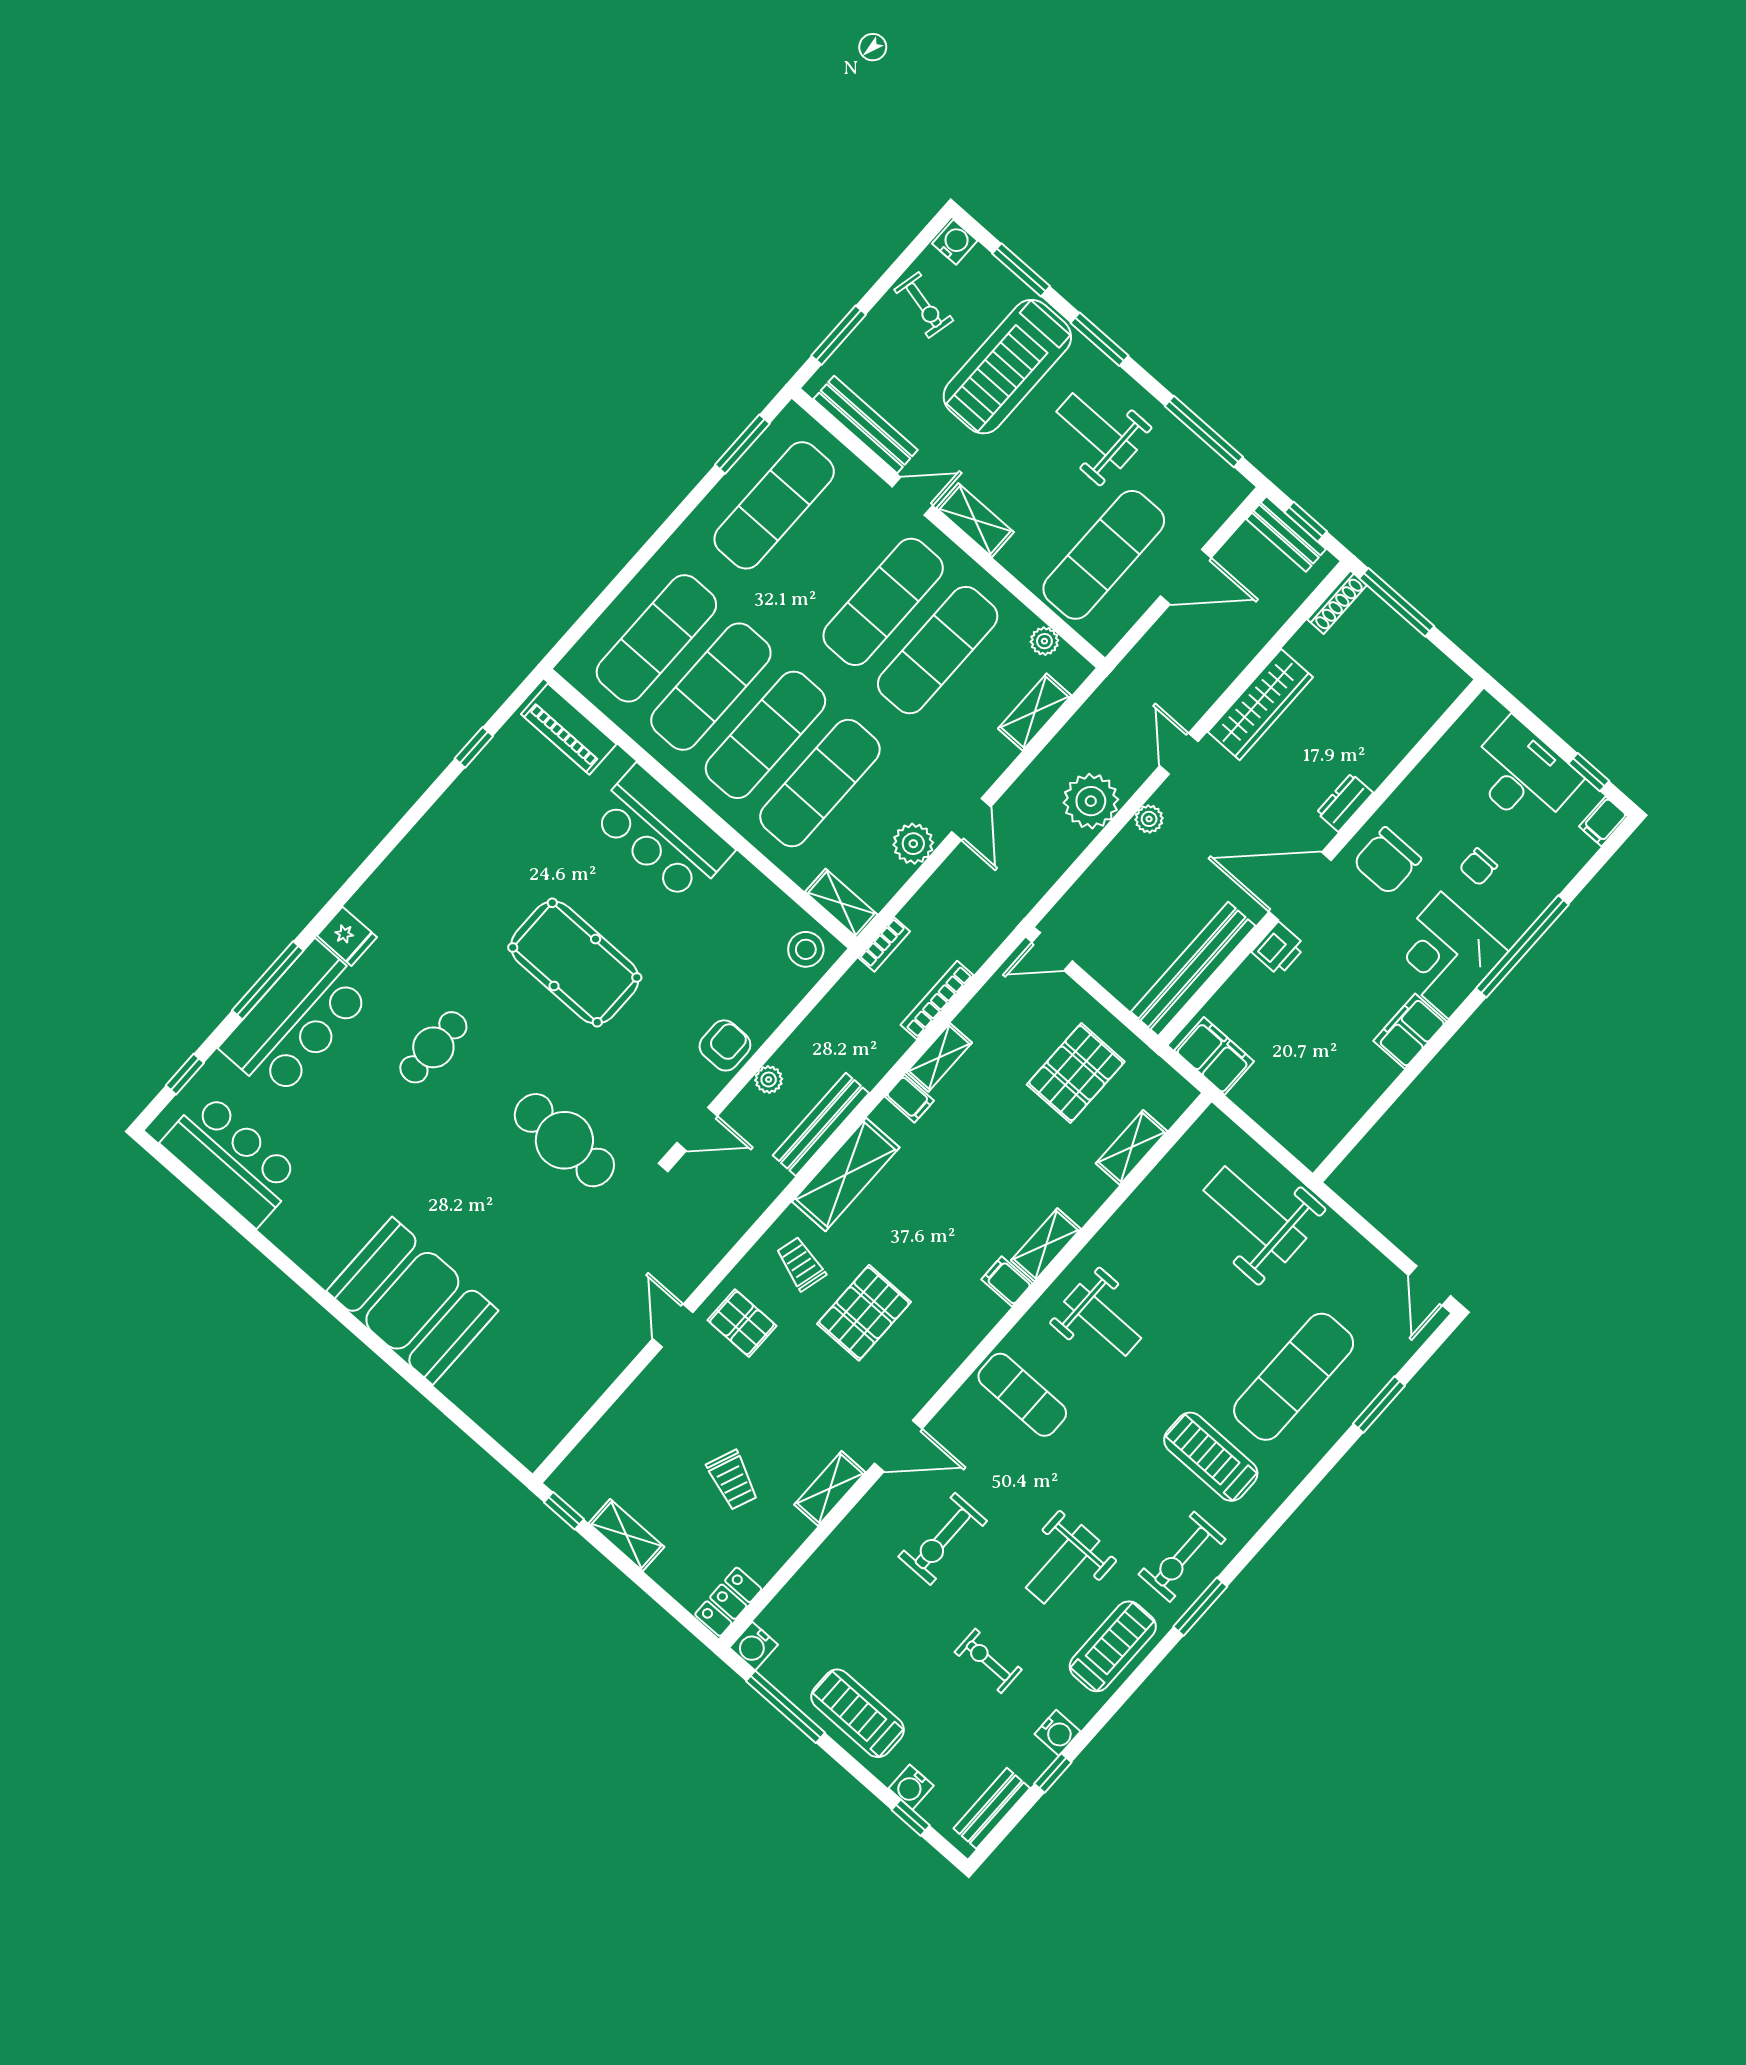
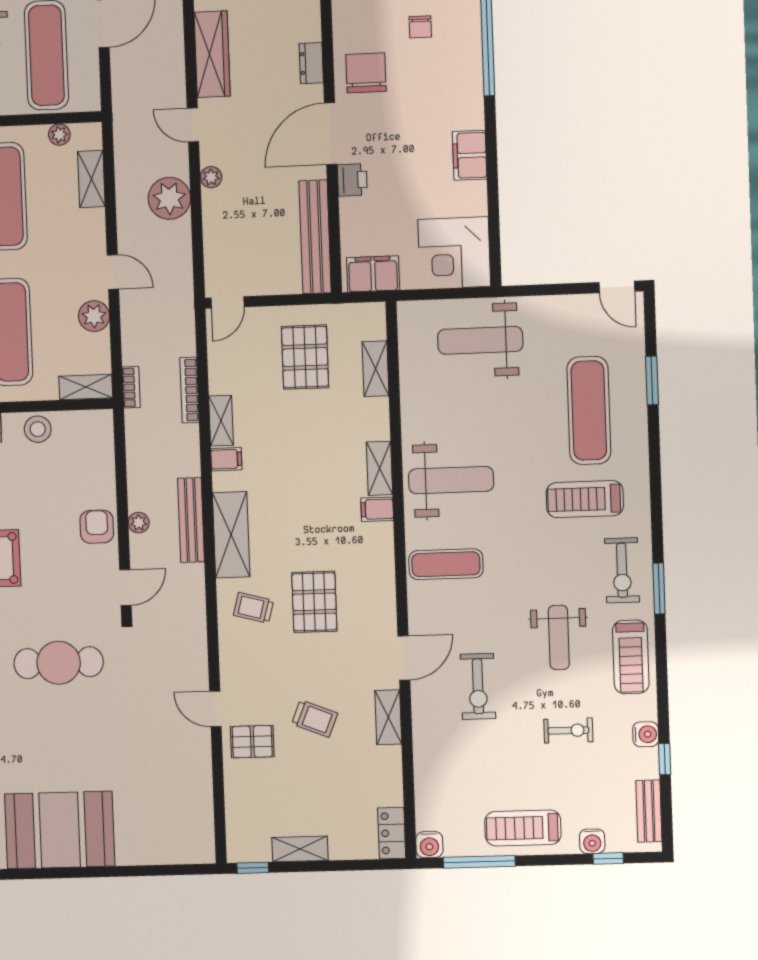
chair: (1387, 861) -> (366, 73), turned 180
stool: (806, 949) -> (38, 429), moved
corner desk: (1445, 955) -> (454, 253), moved
weight bench: (1103, 1320) -> (451, 480), width x1.36, depth x1.33
pallet: (742, 1323) -> (252, 742), moved
trolley: (732, 1480) -> (315, 719), moved
treadmill: (1113, 1646) -> (631, 657), turned 180
exercise bike: (988, 1661) -> (568, 730), turned 180

